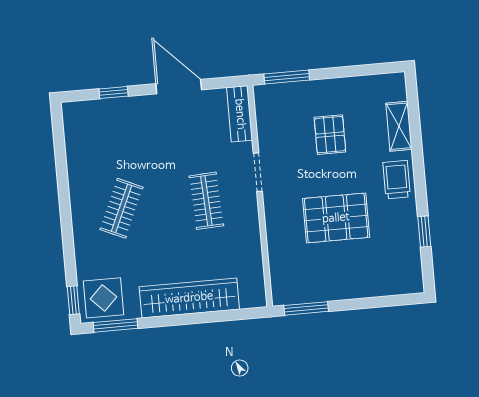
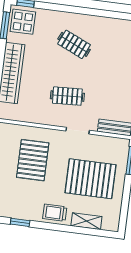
pallet: (330, 135) -> (91, 179), width x2.05, depth x2.00
trolley: (397, 180) -> (55, 213), turned 180
pallet: (336, 218) -> (33, 160), moved

